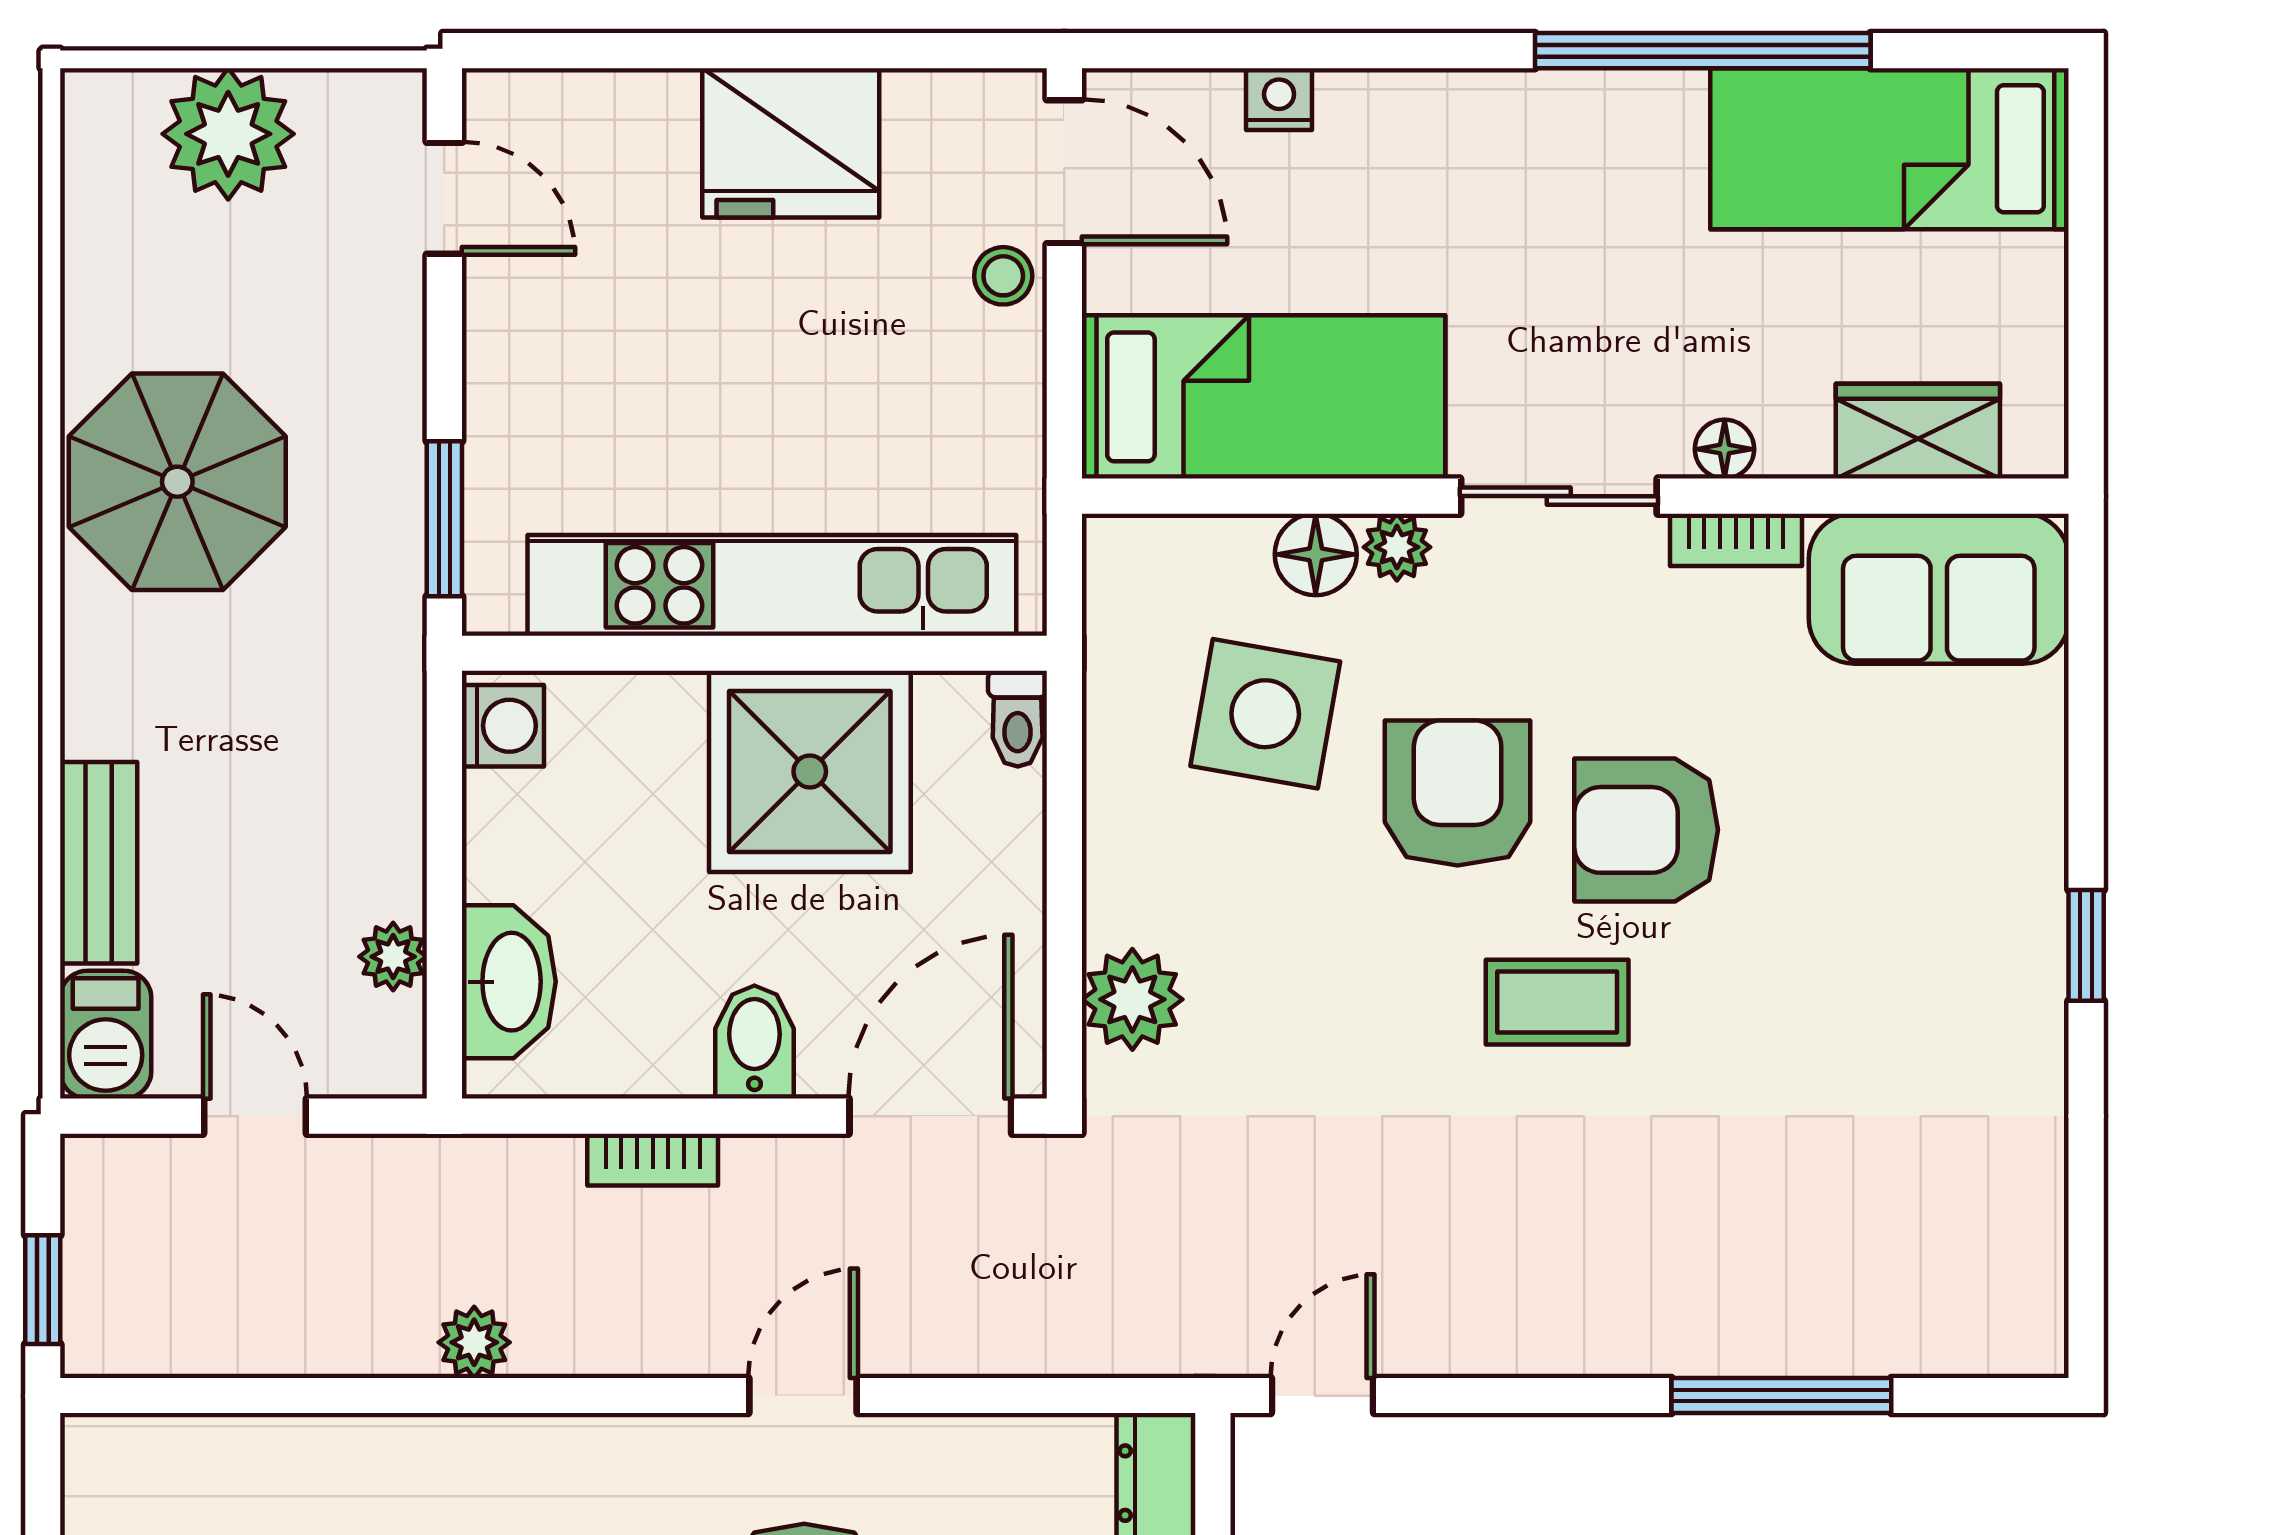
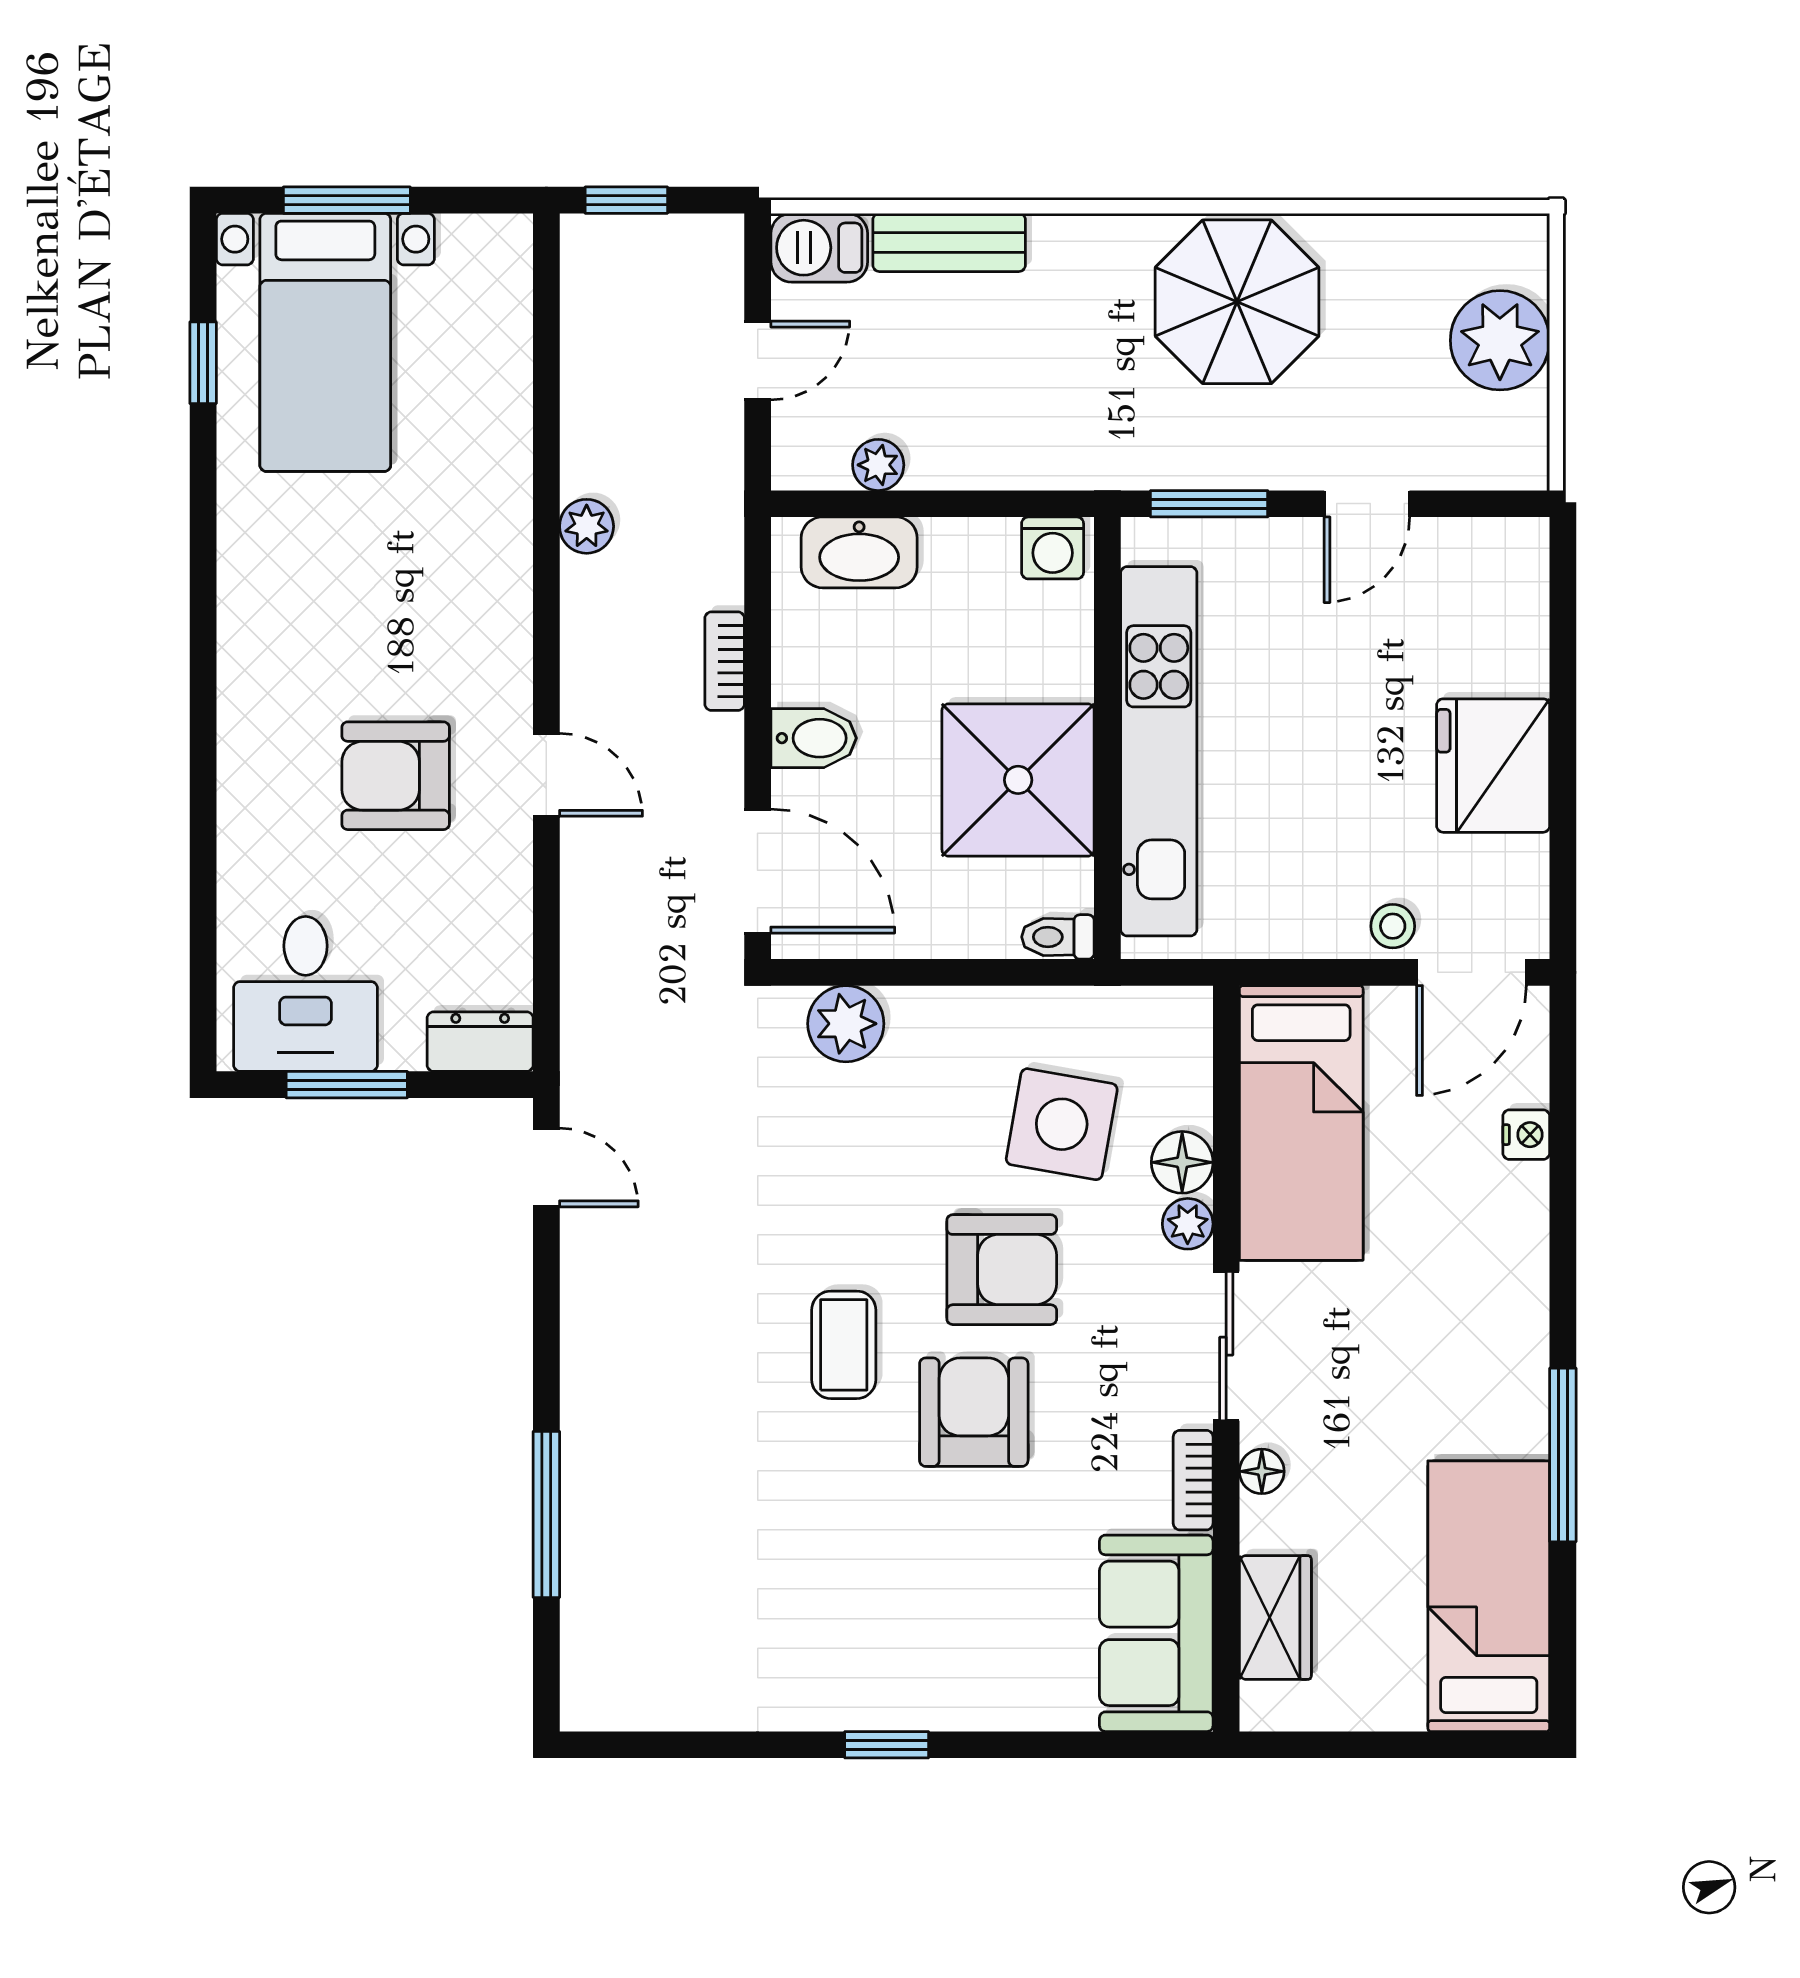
window: (1703, 51) -> (1563, 1455), width x0.68
door: (444, 198) -> (1367, 504), moved

